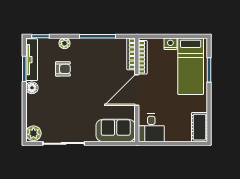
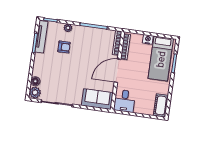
floor lamp: (32, 88) -> (35, 81), moved

